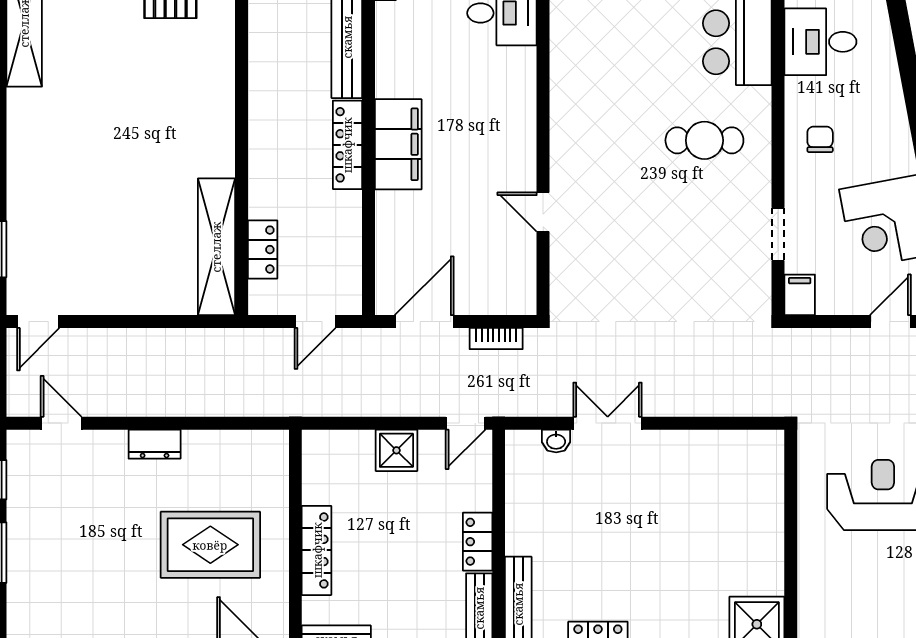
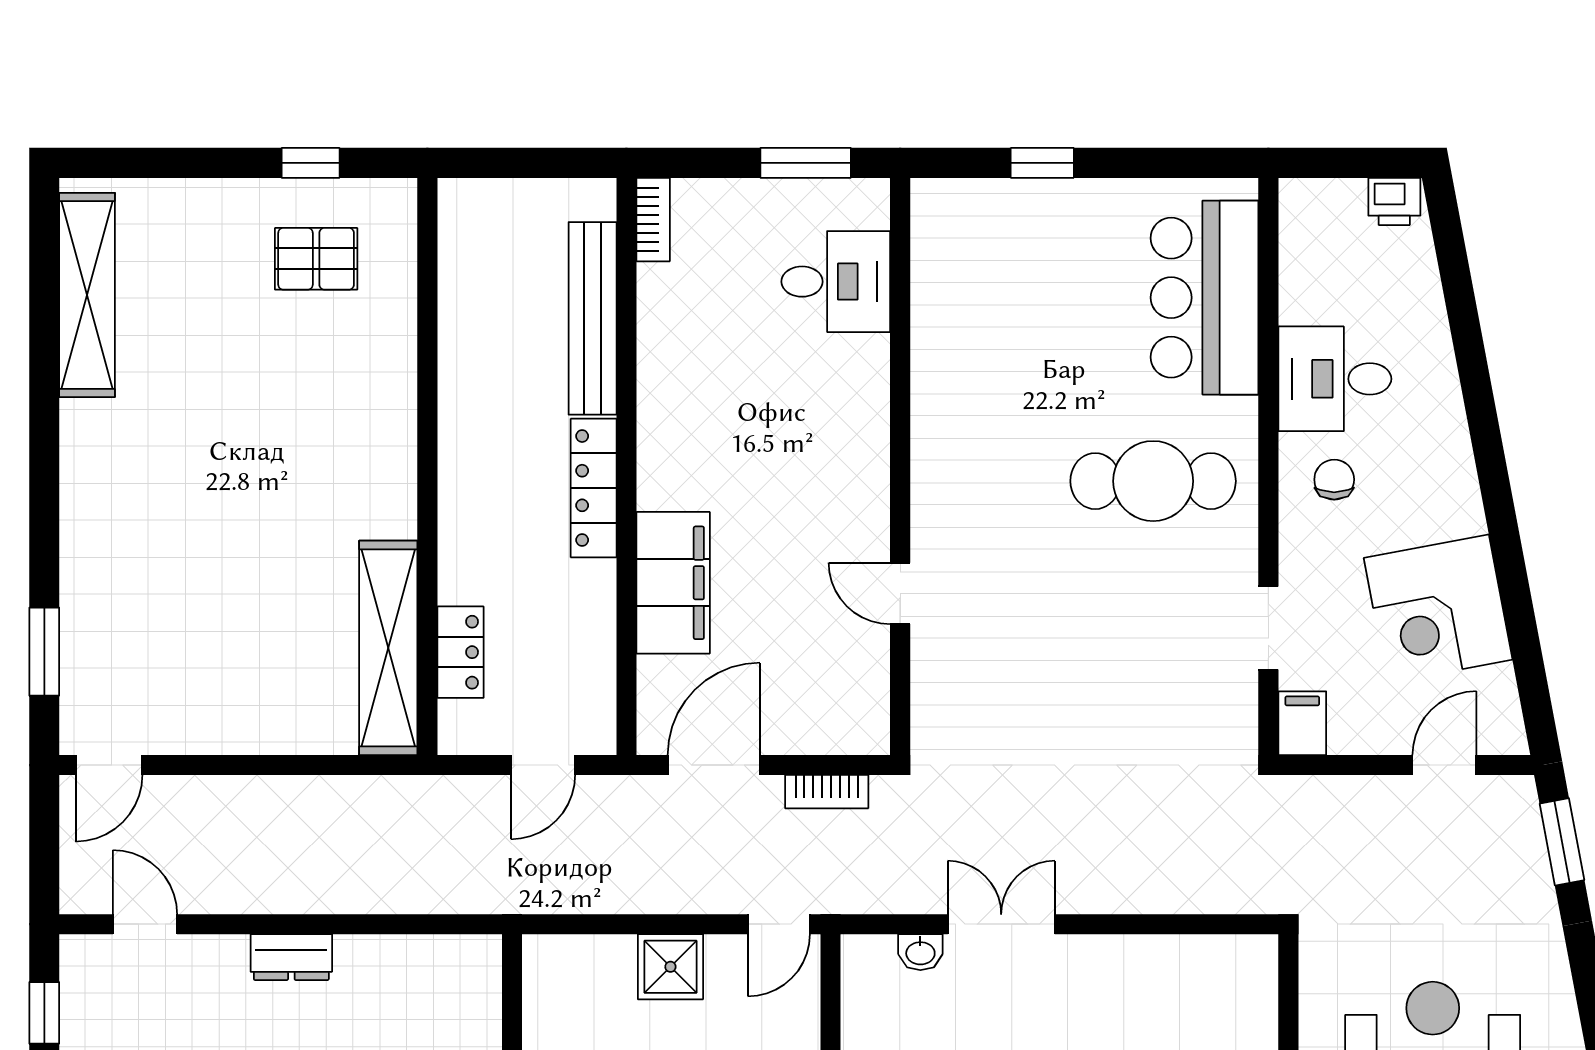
desk: (820, 42) -> (1335, 379), moved
cafe table: (704, 140) -> (1153, 481), width x1.37, depth x1.35
filing cabinet: (398, 144) -> (673, 583), moved

